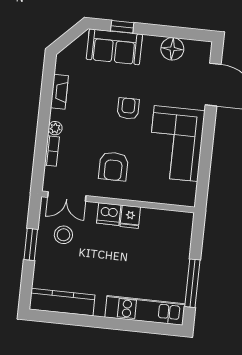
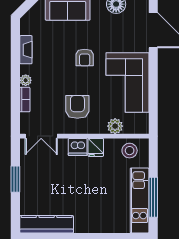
armchair: (128, 108) -> (85, 58), turned 180
armchair: (113, 166) -> (77, 107), turned 180
plant: (156, 194) -> (115, 126), added
stool: (63, 235) -> (130, 151), moved
kitchen unit: (145, 310) -> (140, 200), moved, turned -90

